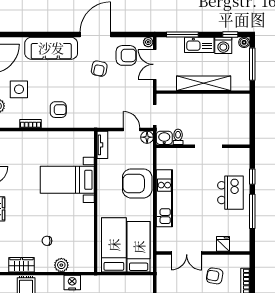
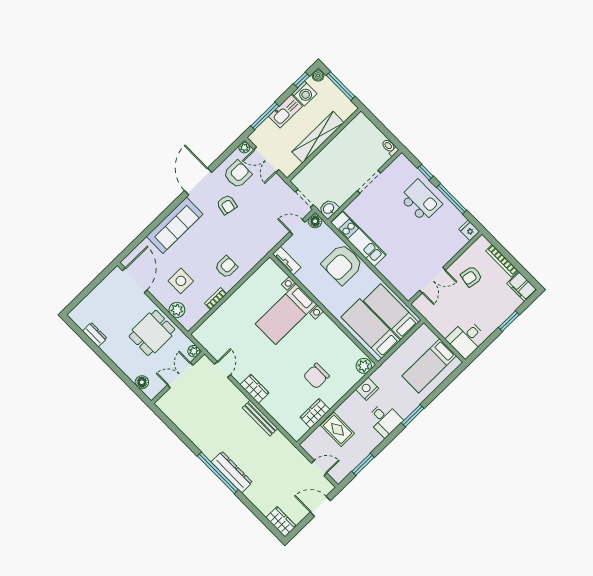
toilet: (178, 137) -> (390, 147), moved
kitchen unit: (164, 198) -> (358, 239), moved
chair: (47, 241) -> (316, 376), width x1.87, depth x1.87
fridge: (223, 244) -> (469, 230), moved
plant: (61, 265) -> (364, 366), moved

